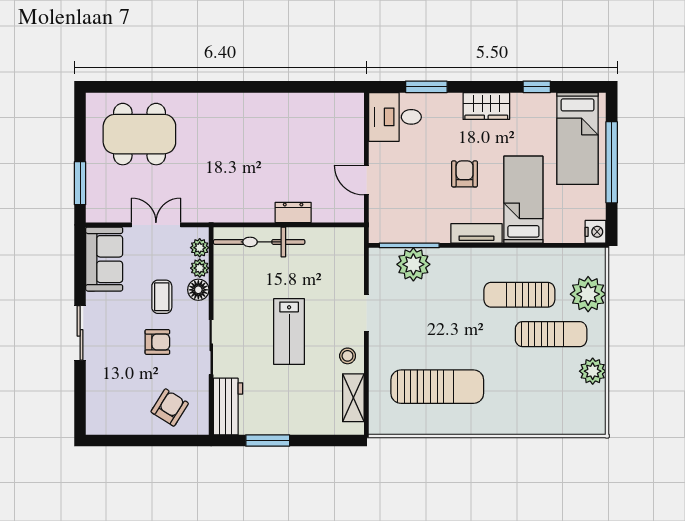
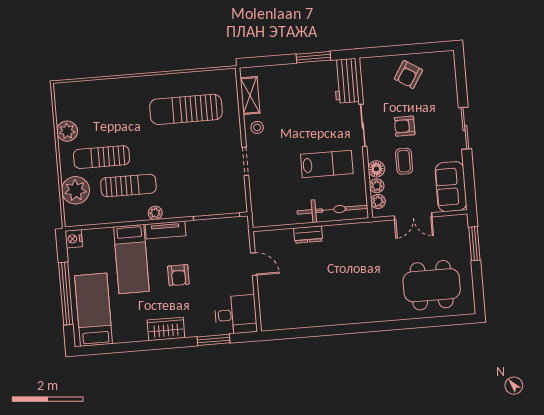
window: (537, 87) -> (128, 347), removed
plant: (413, 264) -> (155, 213), moved, width x0.53, depth x0.53
lab bench: (289, 332) -> (327, 164), moved, turned 90
armchair: (170, 408) -> (408, 75), moved

